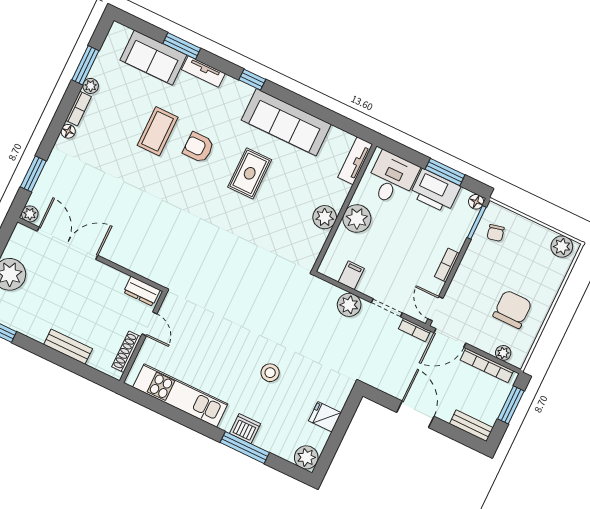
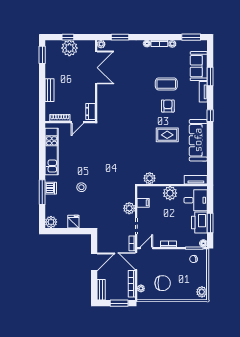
window: (85, 65) -> (191, 37), moved
plant: (325, 217) -> (150, 178), moved

